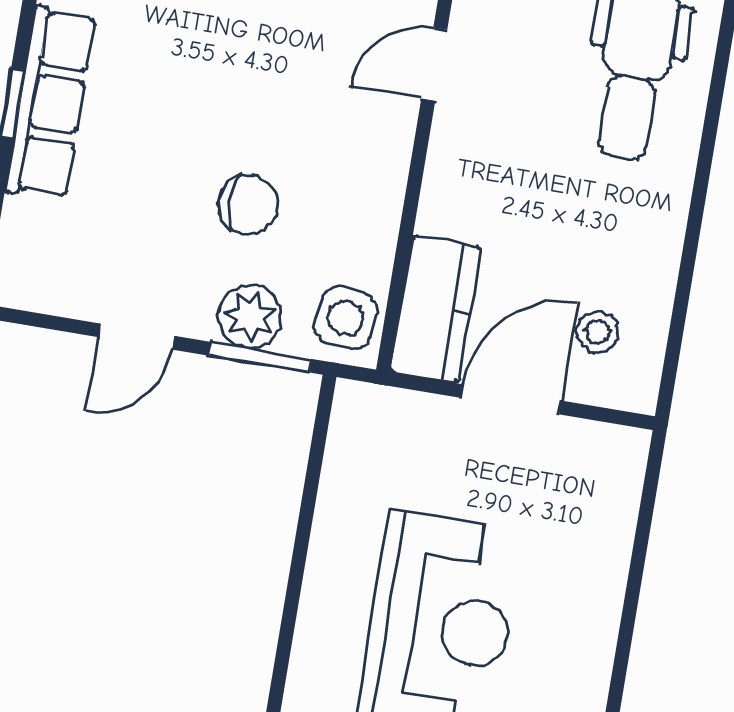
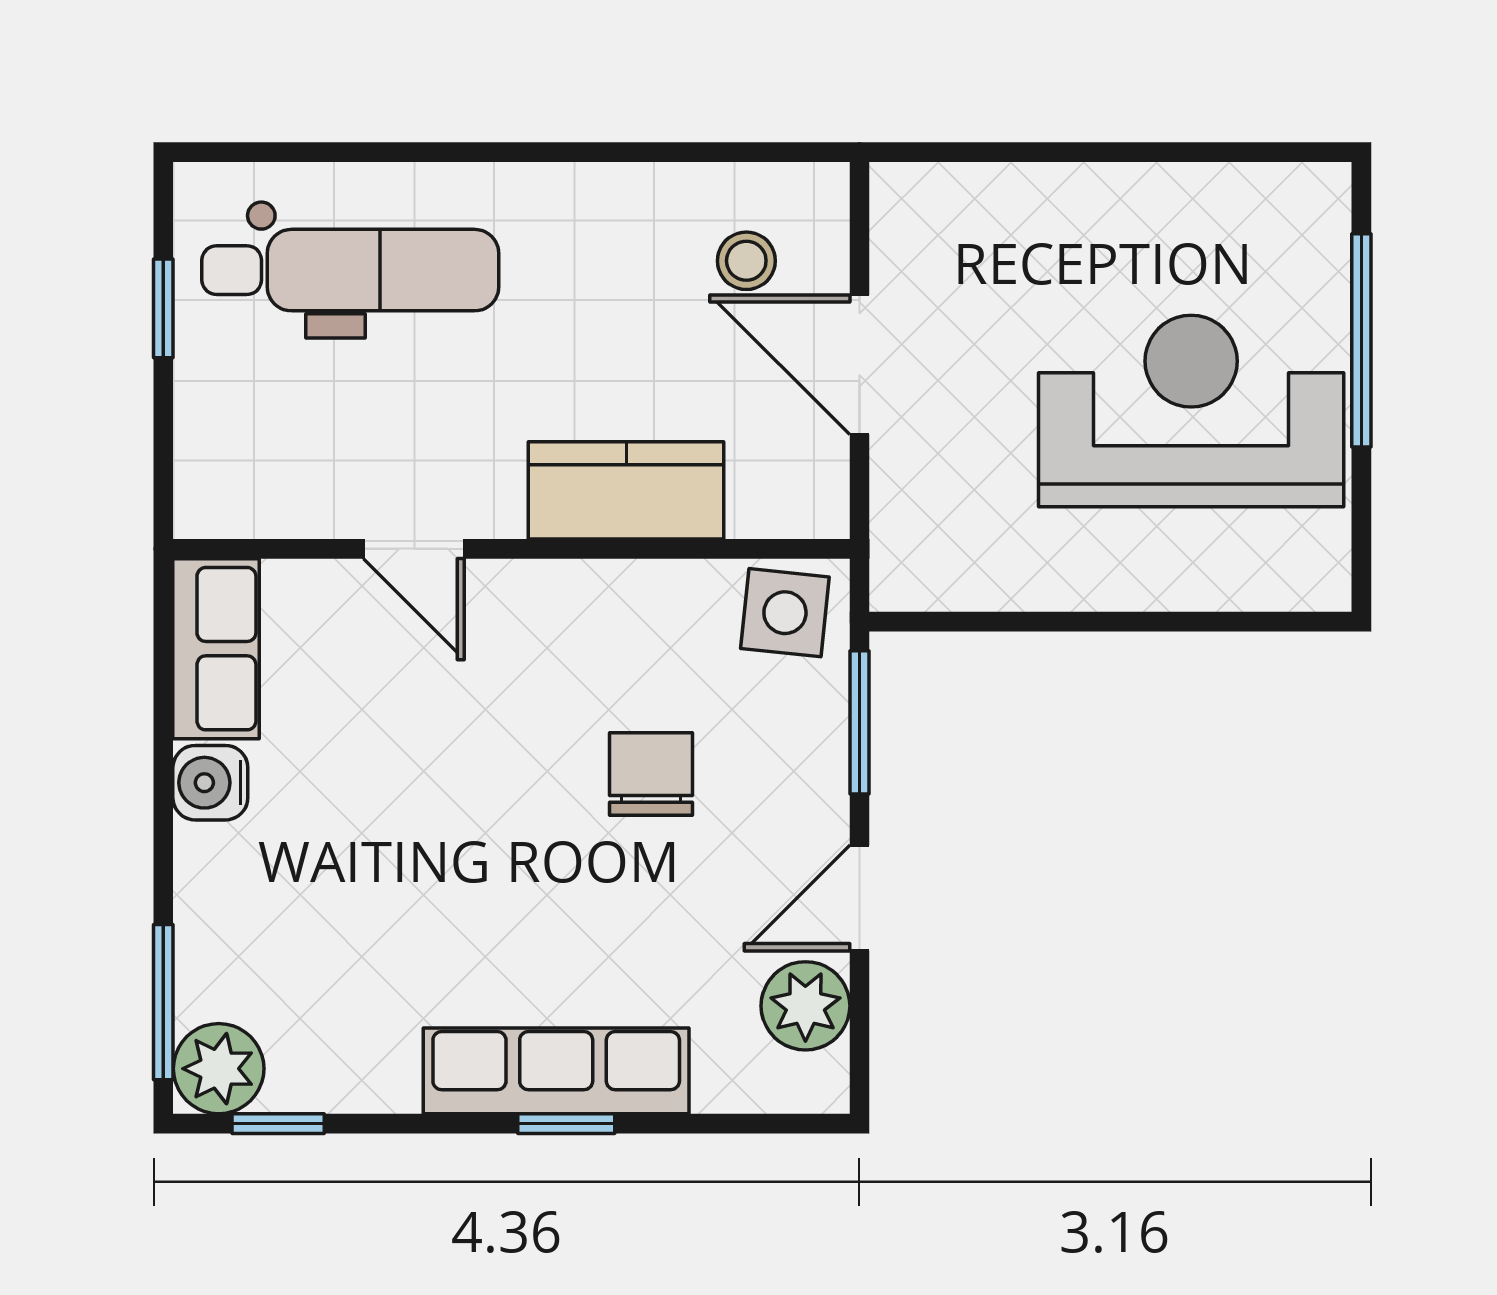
kitchen counter: (436, 309) -> (626, 490), moved
plant: (250, 317) -> (805, 1006), moved
door: (136, 337) -> (859, 898), swing flipped

